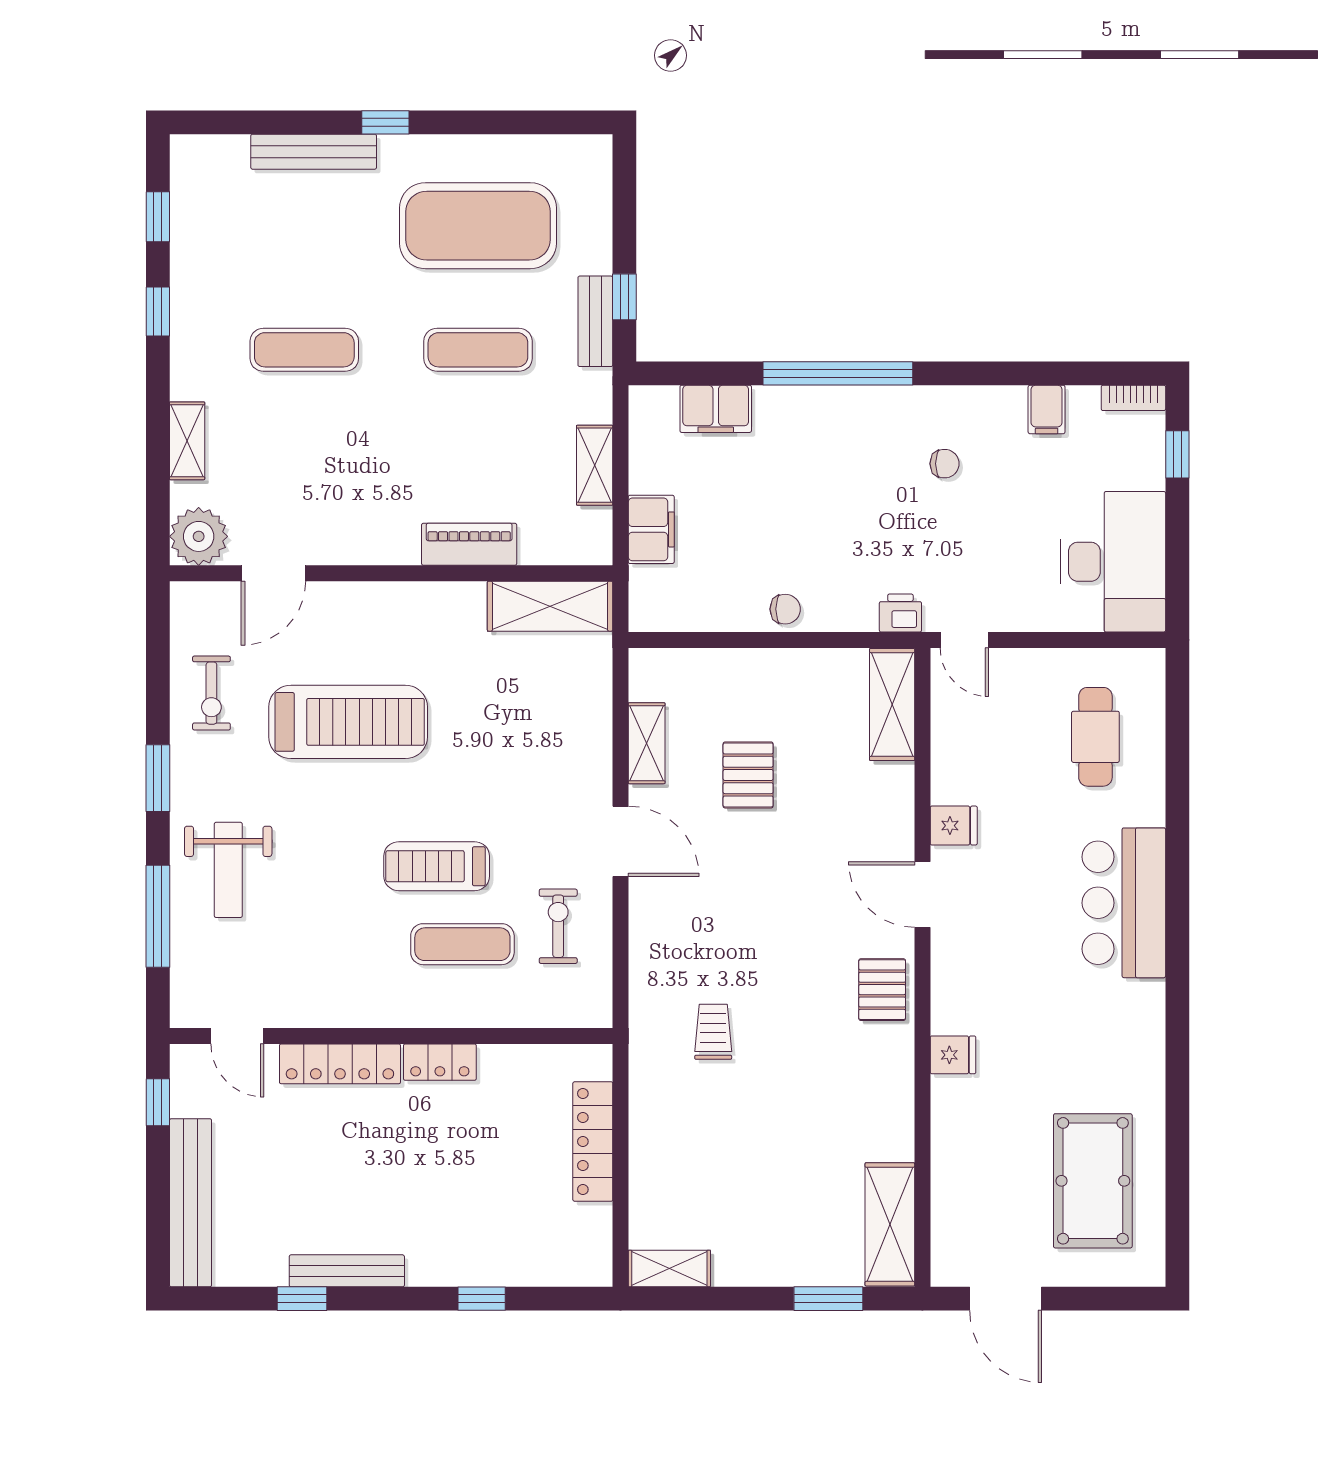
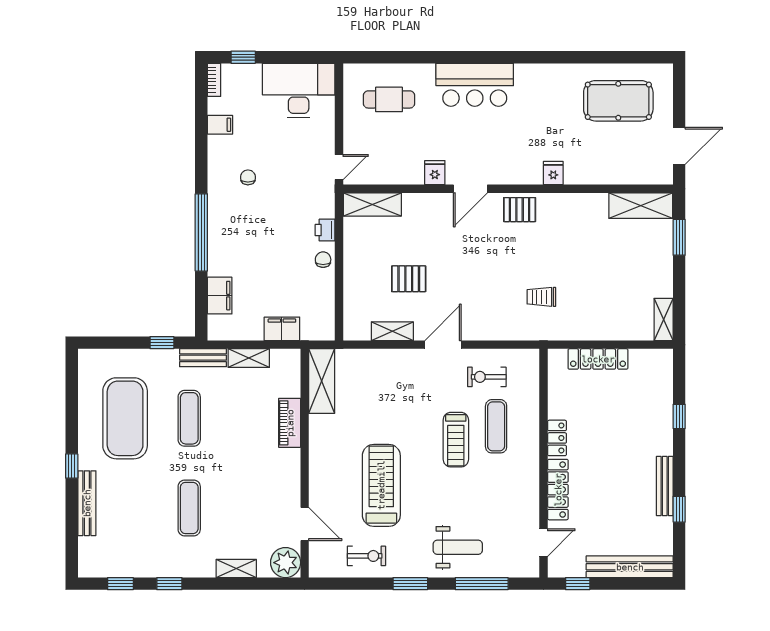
bench: (595, 321) -> (203, 358), moved
printer: (900, 613) -> (325, 230), moved

